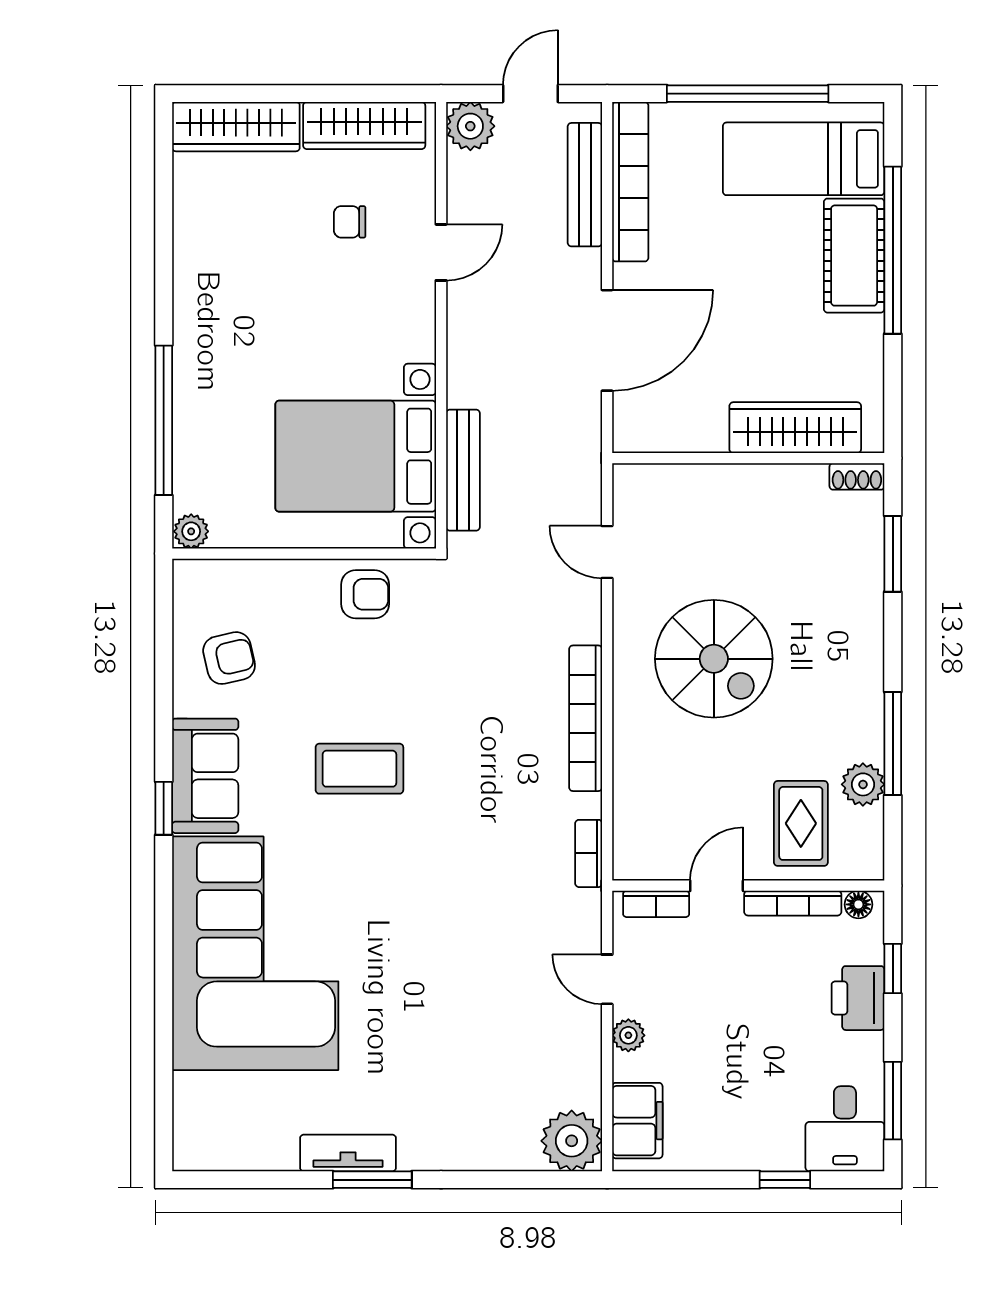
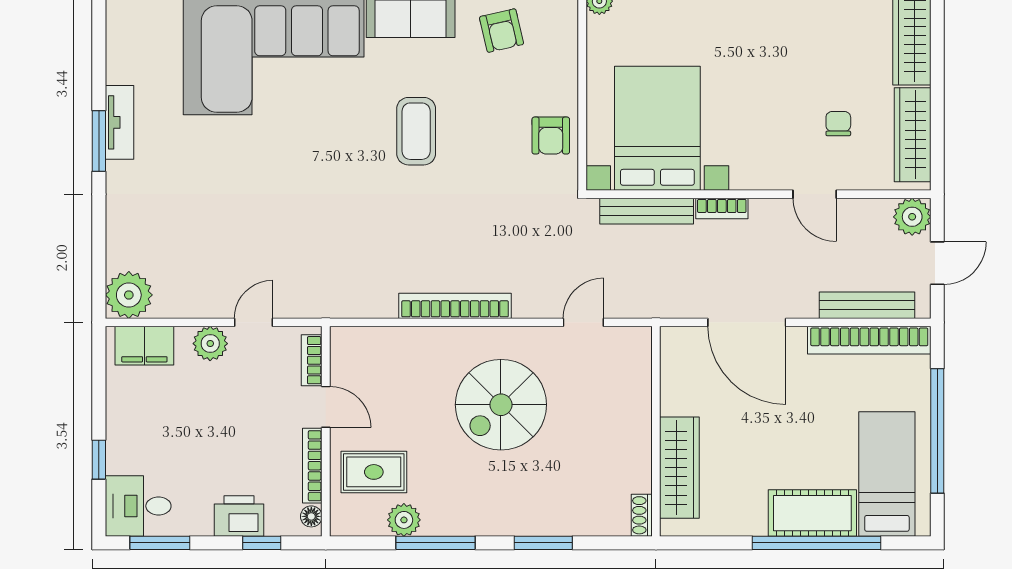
door: (530, 94) -> (937, 263), hinge flipped
window: (893, 554) -> (543, 543), moved
bookcase: (589, 853) -> (722, 208), moved, turned 180
plant: (628, 1035) -> (210, 344), width x1.38, depth x1.38

